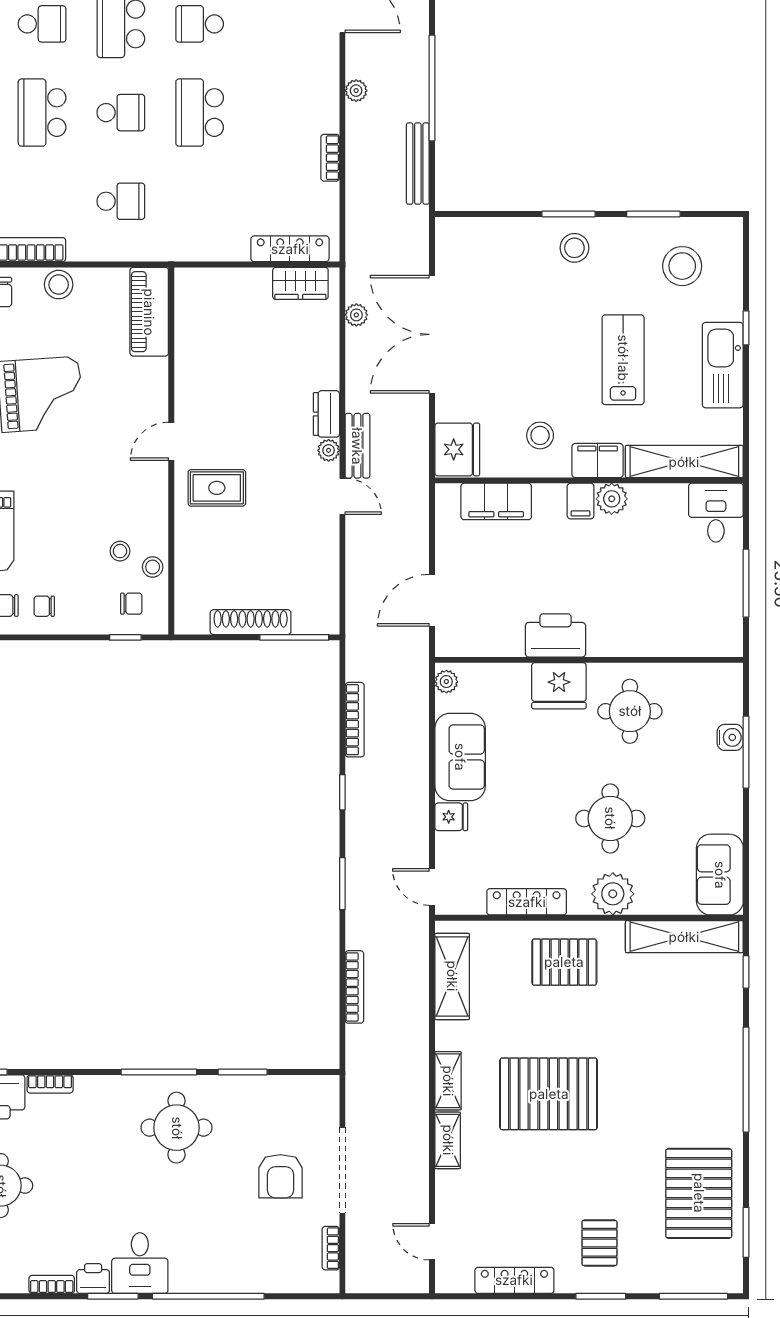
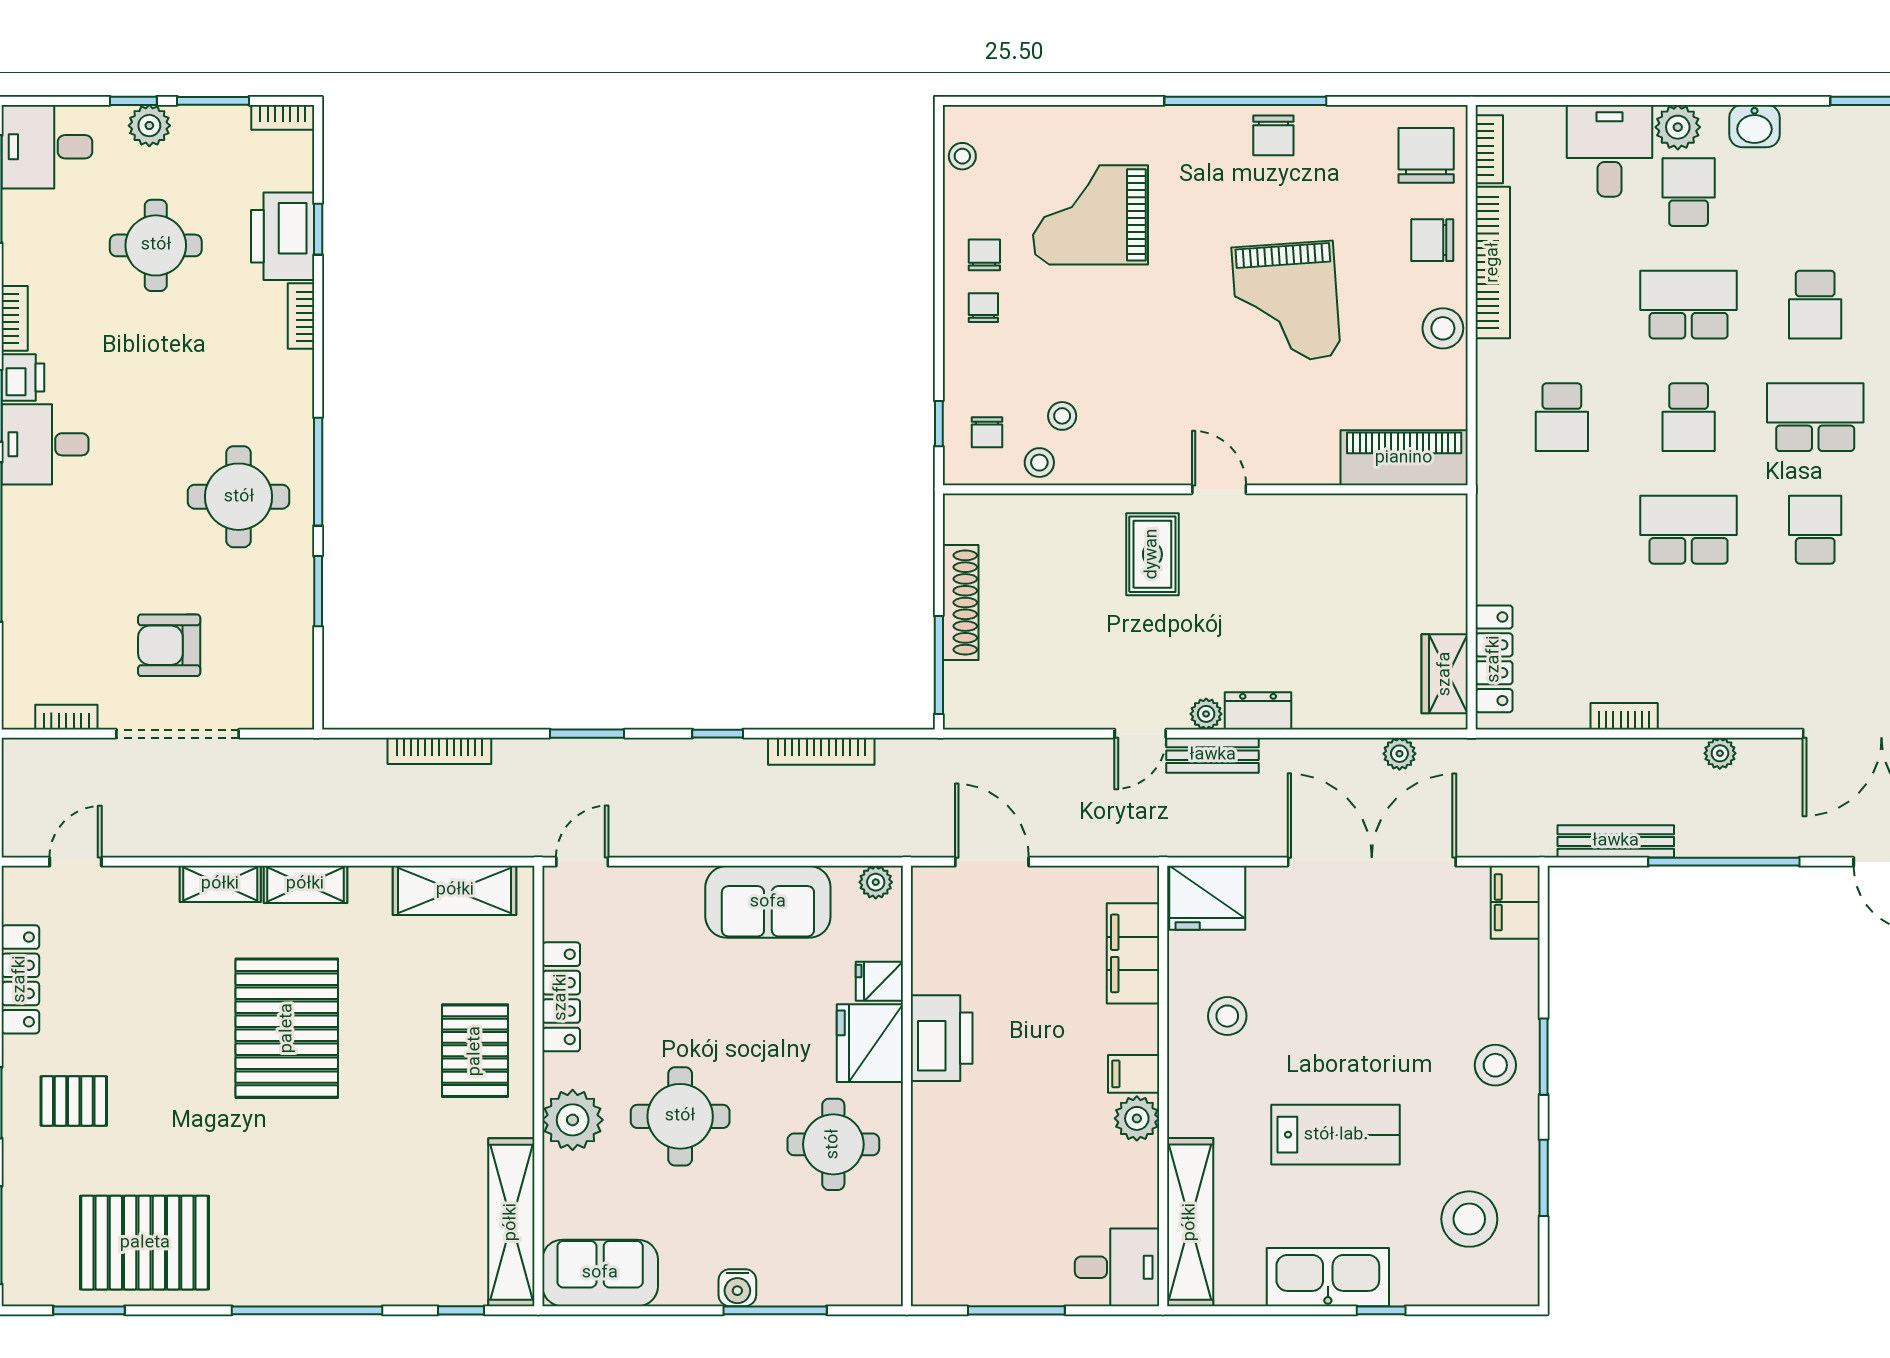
filing cabinet: (598, 461) -> (1515, 902), moved, turned 180
water cooler: (730, 737) -> (737, 1288), moved
fridge: (451, 817) -> (879, 981), moved, turned 90

